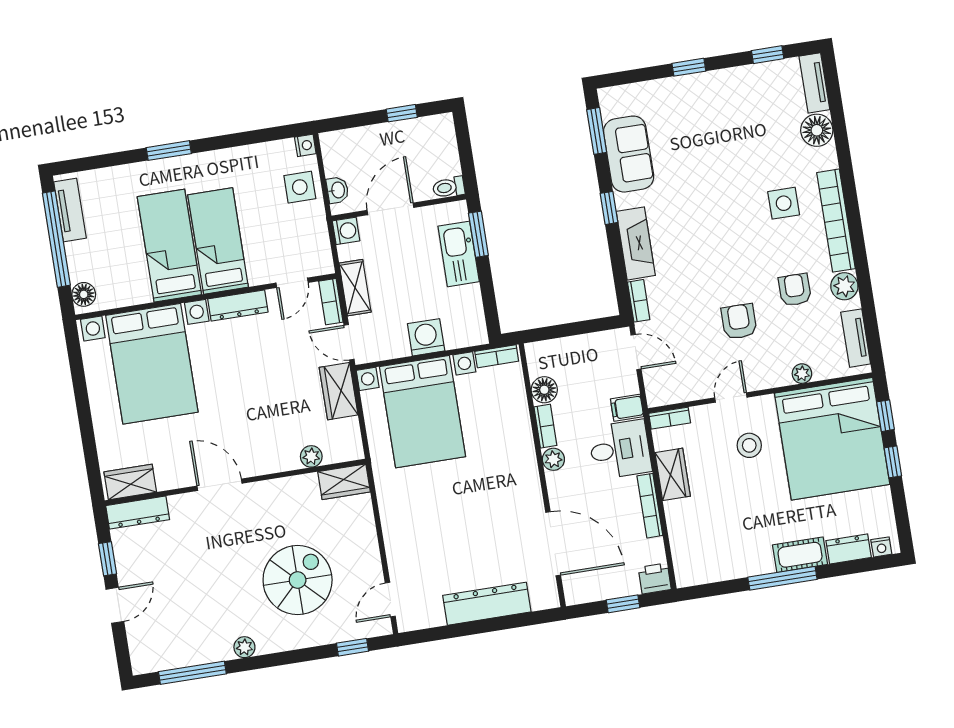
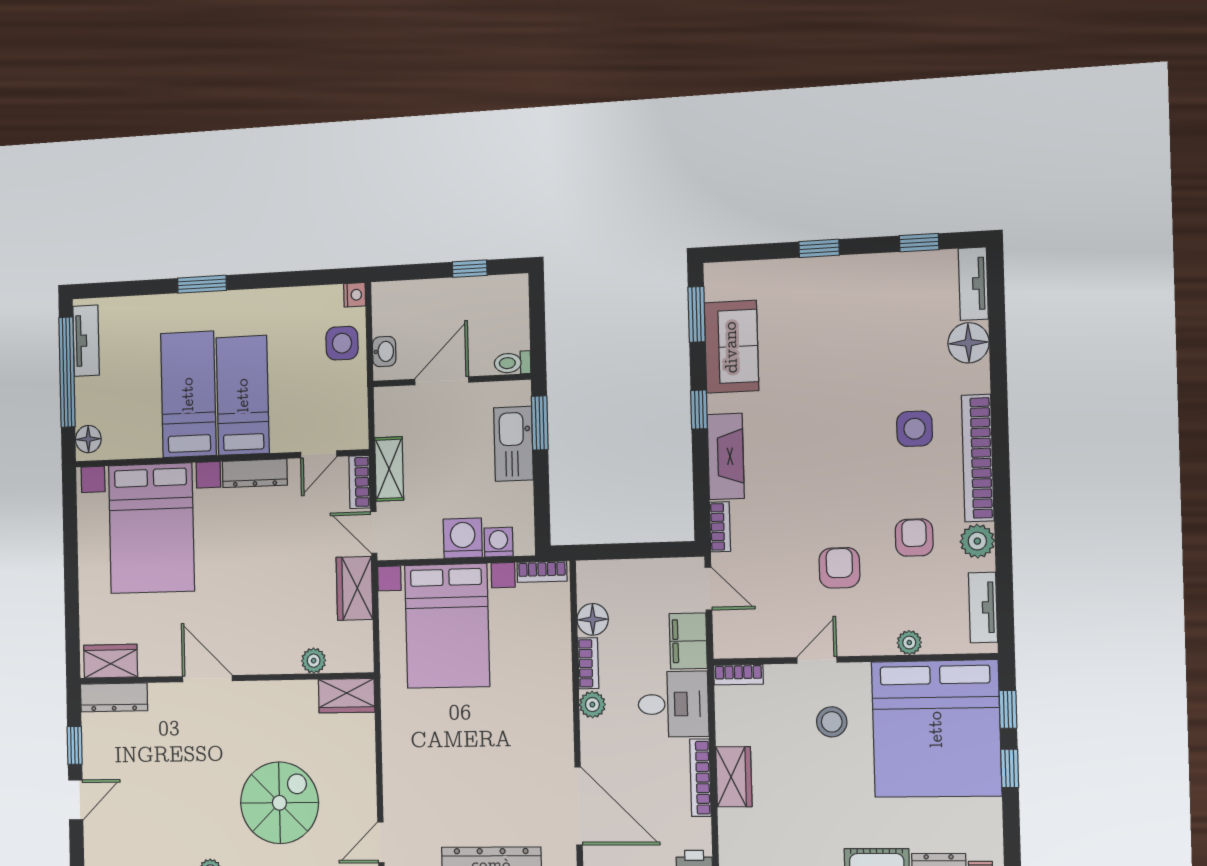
washing machine: (346, 231) -> (499, 542), moved, turned -90
filing cabinet: (627, 408) -> (688, 641), width x2.00
wardrobe: (673, 474) -> (734, 777), moved

